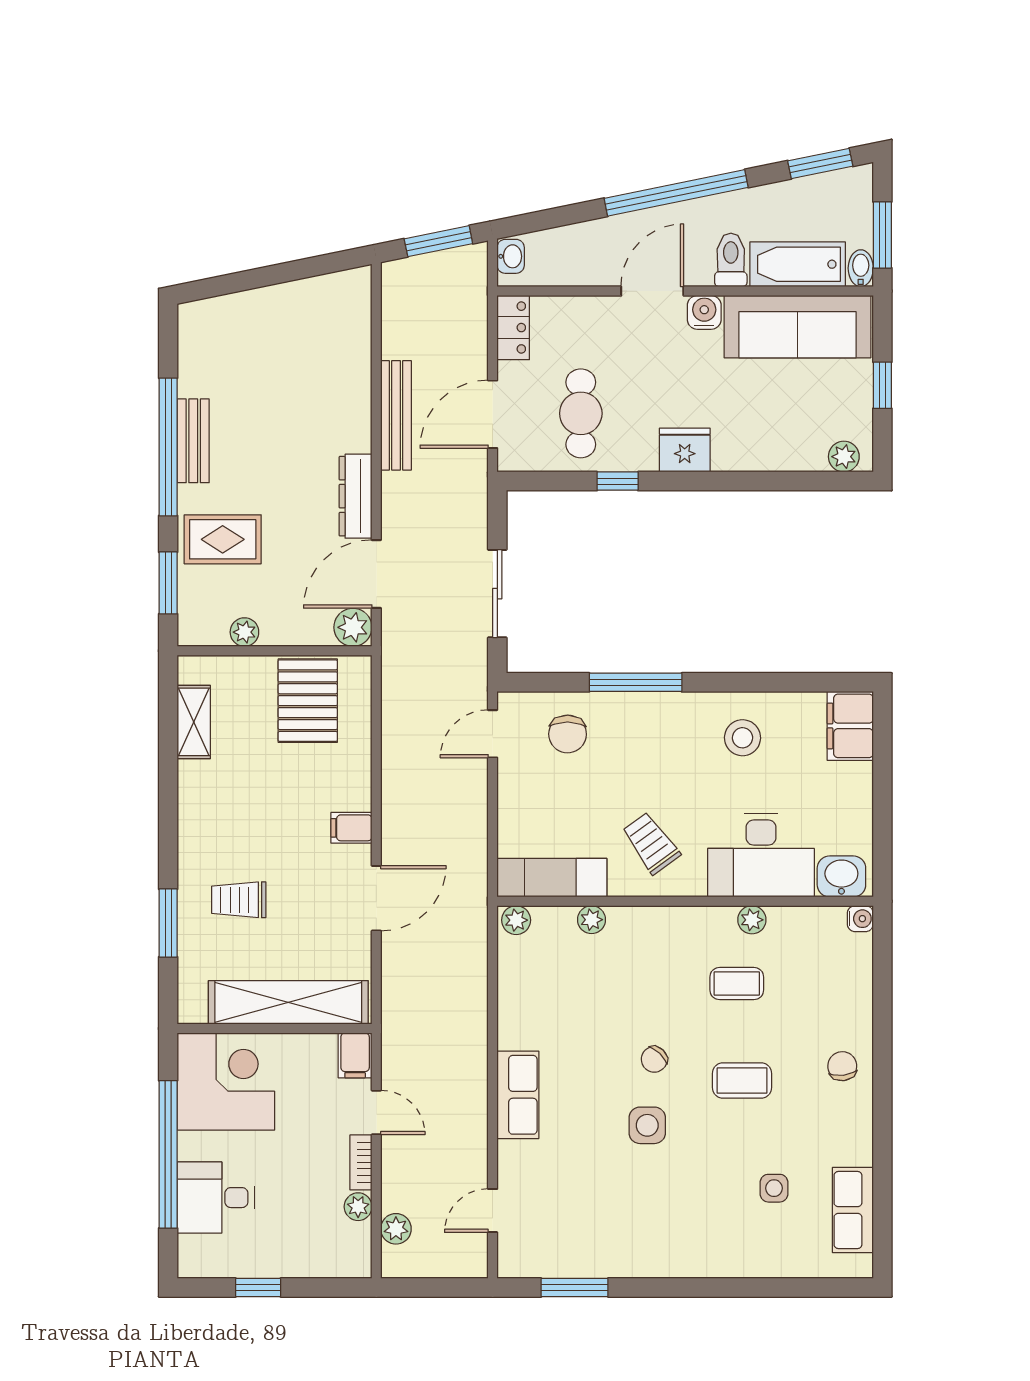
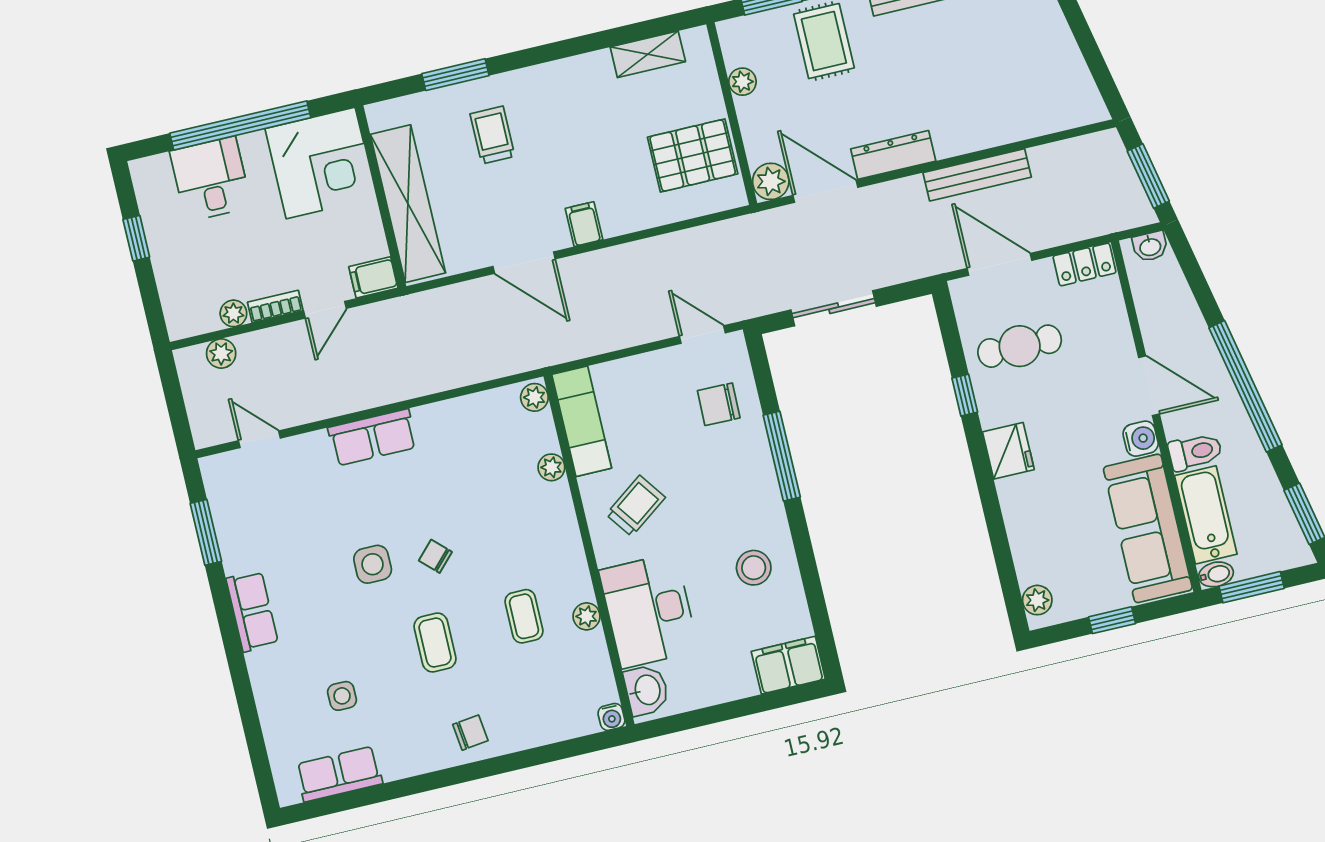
row of seats: (666, 1259) -> (252, 611), added

